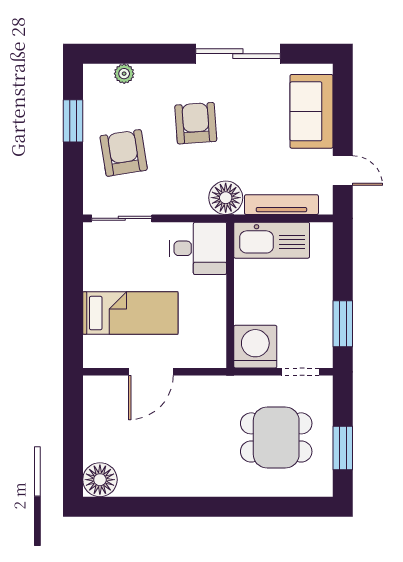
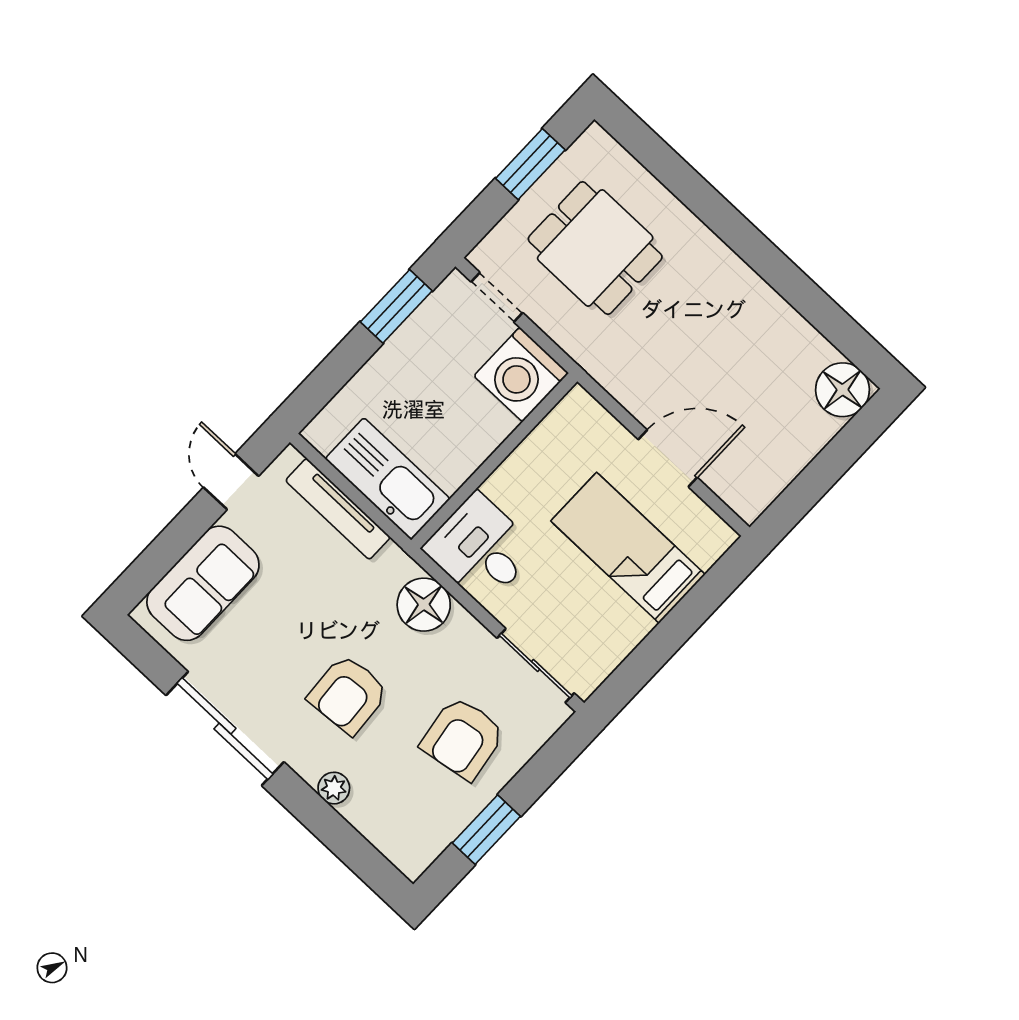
plant: (124, 74) -> (334, 788), moved
floor lamp: (226, 198) -> (424, 605), moved

